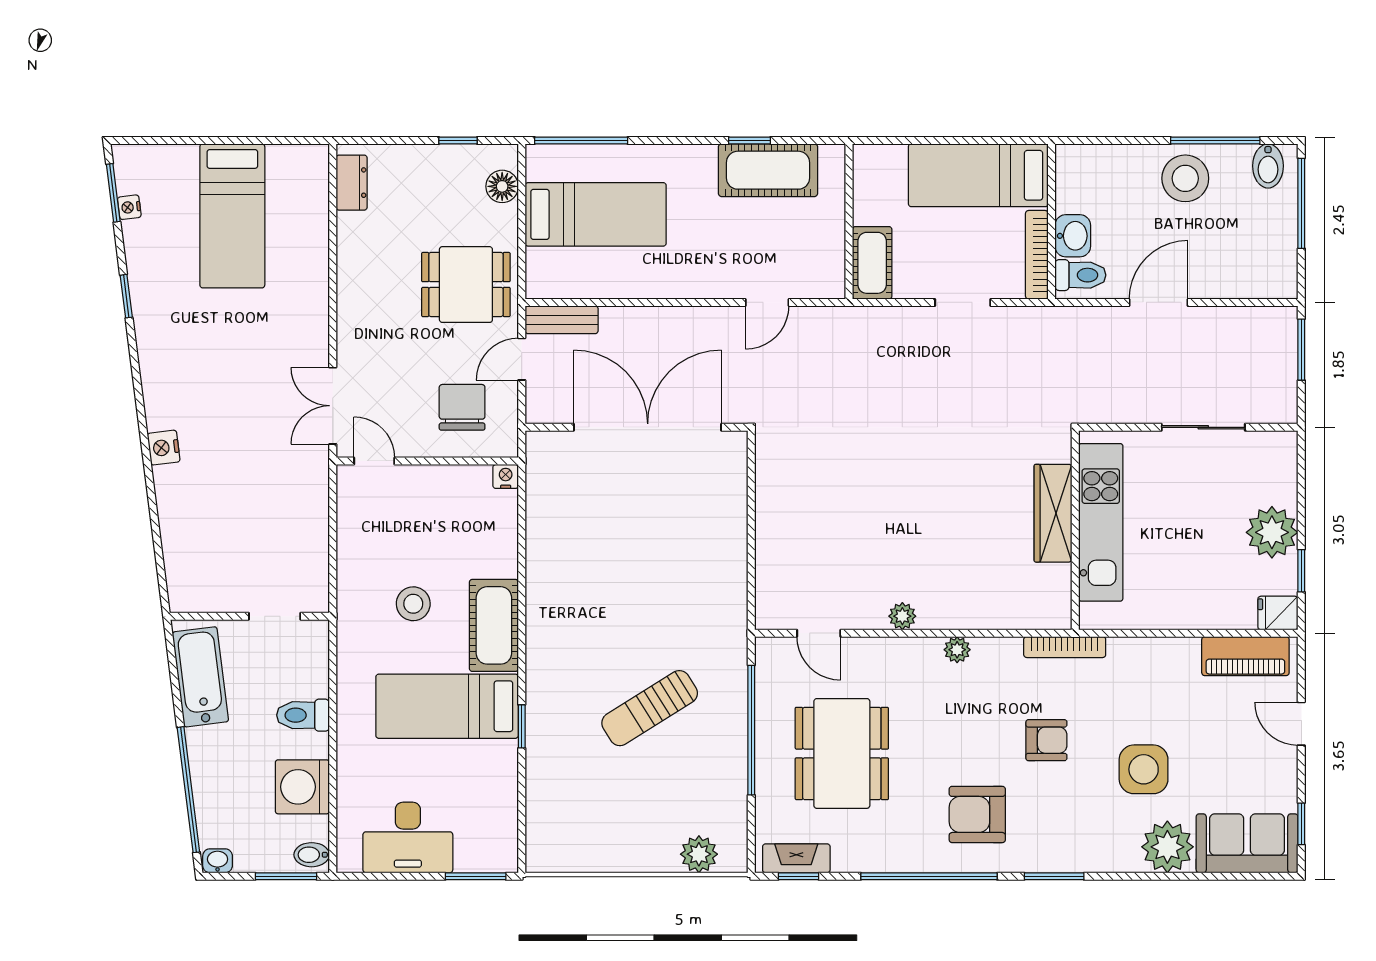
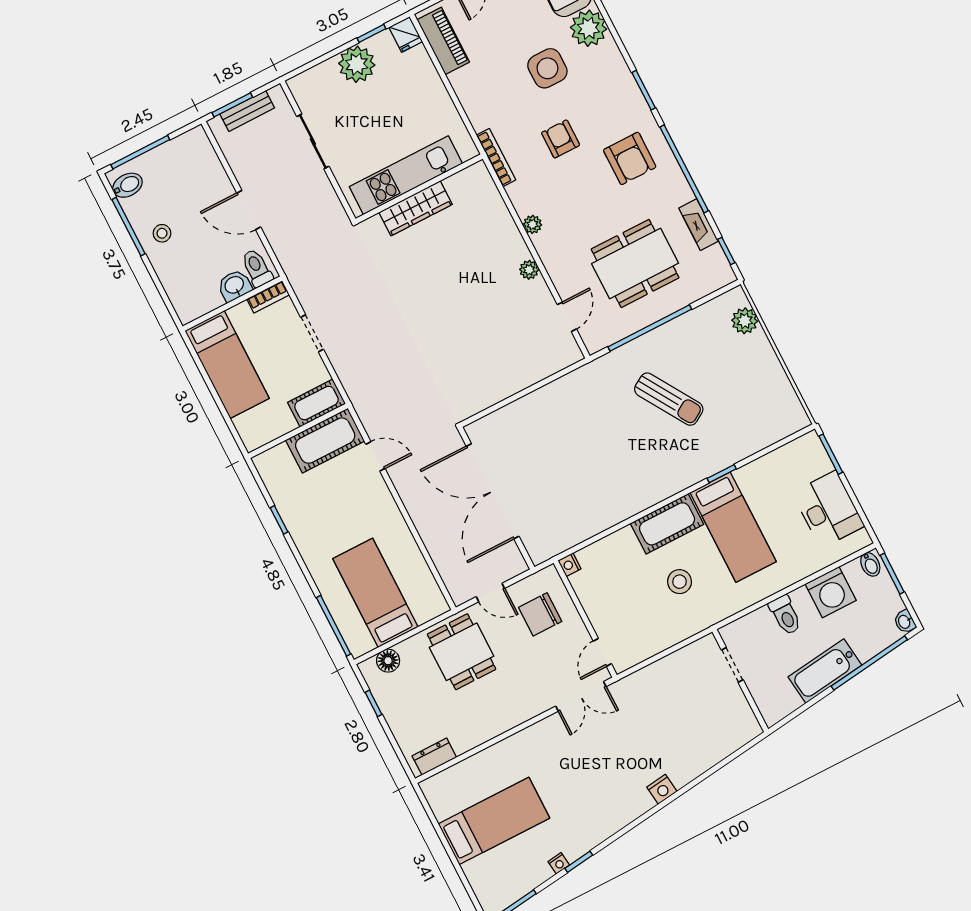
cot: (768, 170) -> (325, 441), moved, turned 90
stool: (1185, 178) -> (162, 233), width x0.53, depth x0.53
nightstand: (129, 207) -> (559, 863), moved
bookcase: (1037, 255) -> (268, 297), width x0.64
bench: (562, 320) -> (247, 111), moved, turned 90
bathtub: (200, 677) -> (825, 671), moved
fireplace: (796, 858) -> (699, 225), moved

